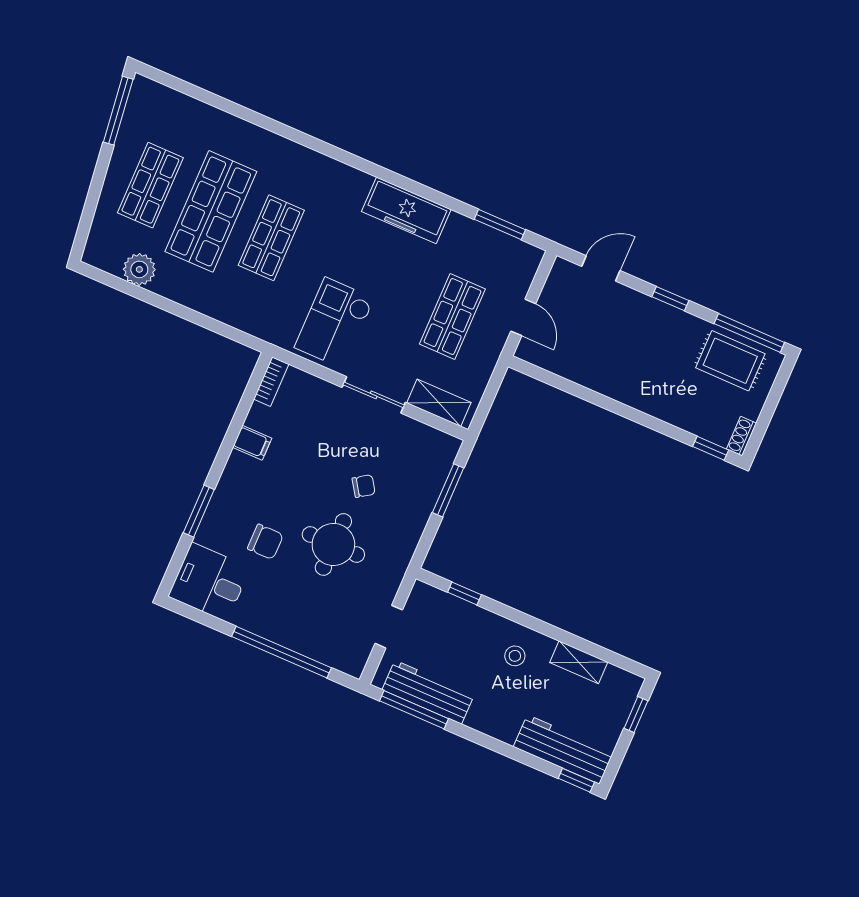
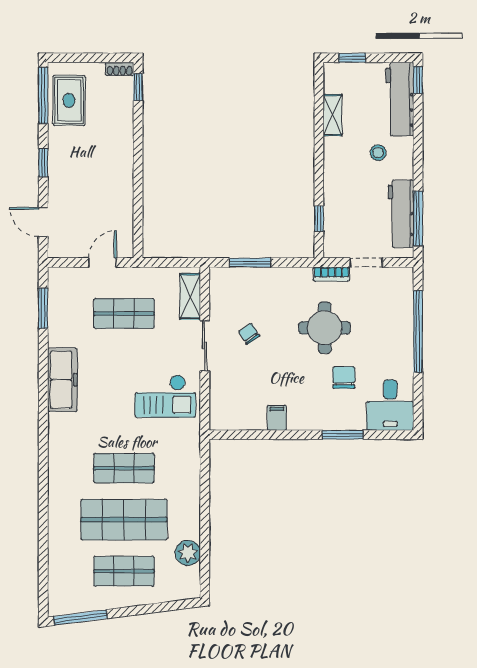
bookcase: (271, 382) -> (332, 274), moved, turned 180
chair: (364, 486) -> (249, 334), moved
stool: (515, 656) -> (378, 153), moved

